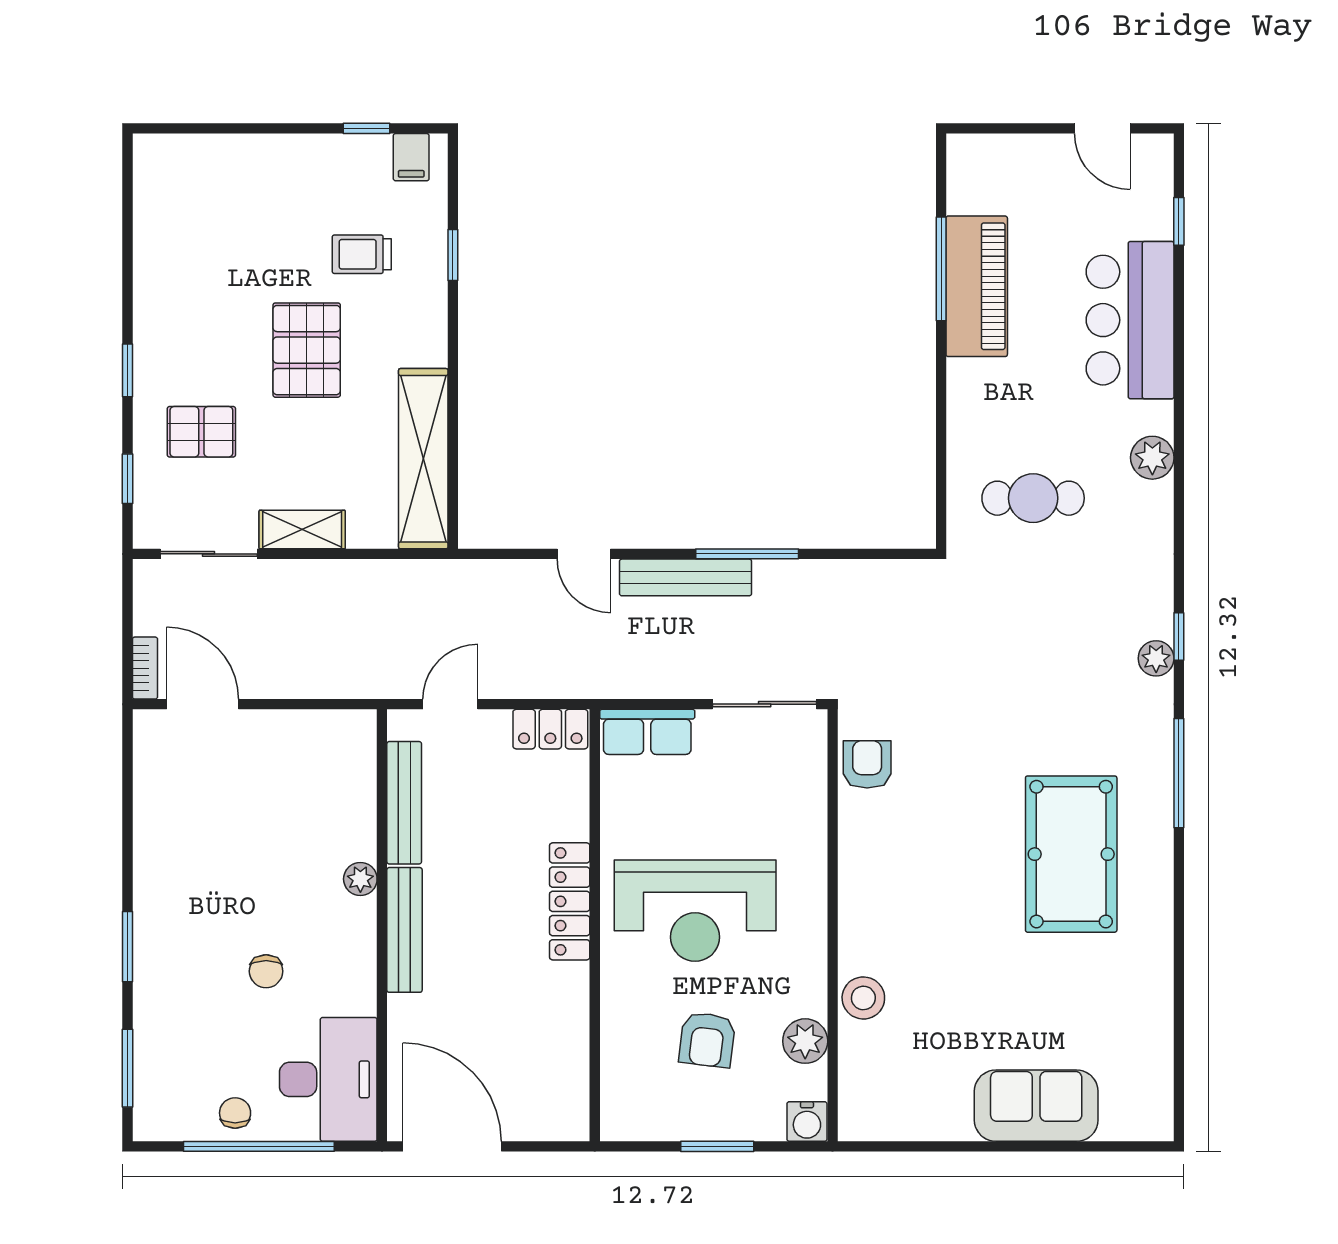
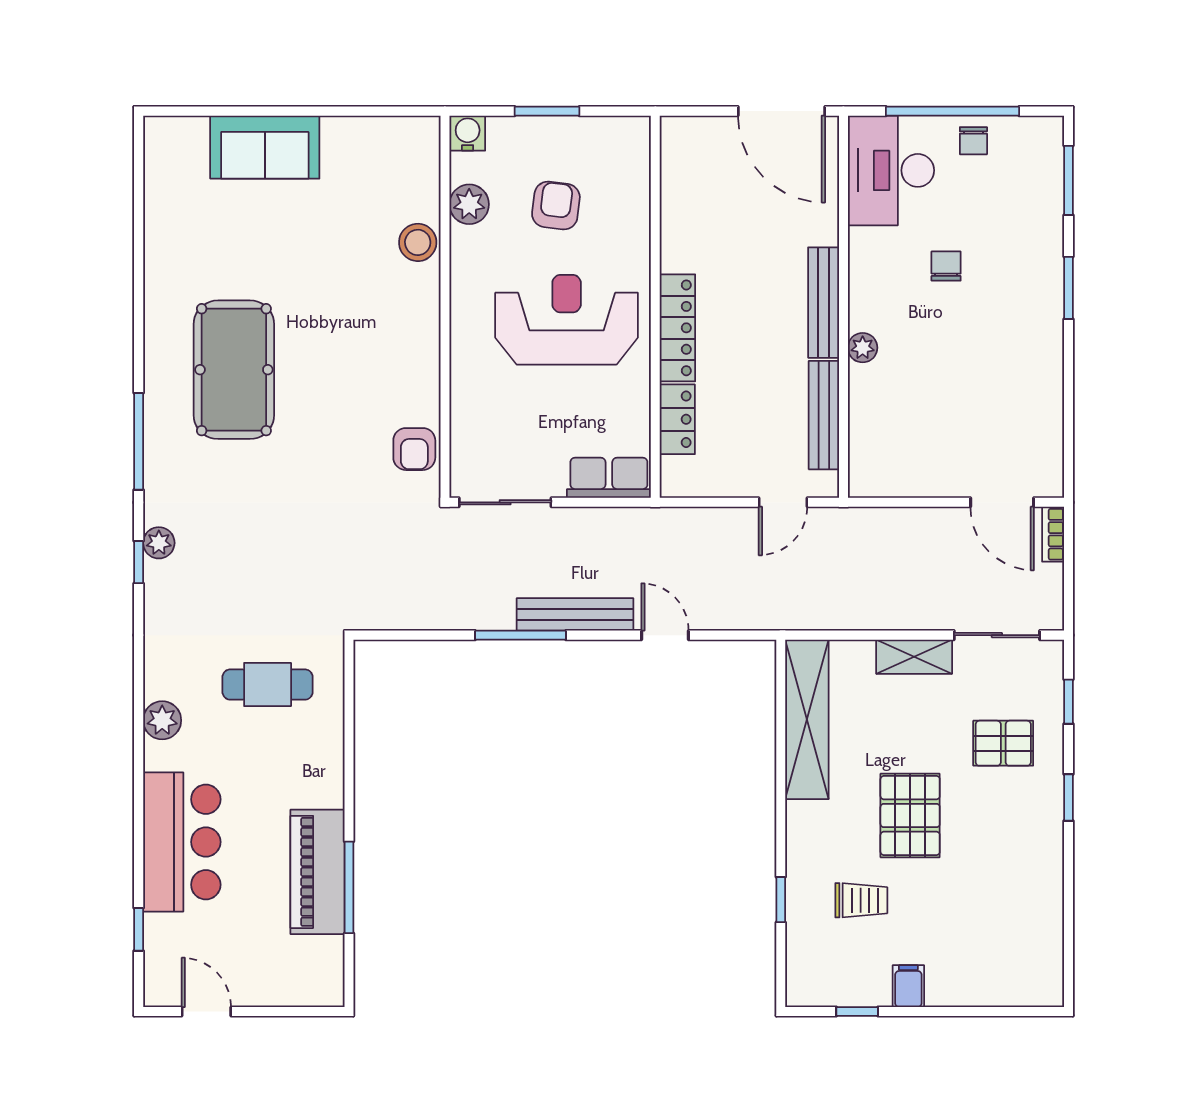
filing cabinet: (411, 157) -> (908, 986), moved
locker: (550, 729) -> (677, 419), moved, turned 90

